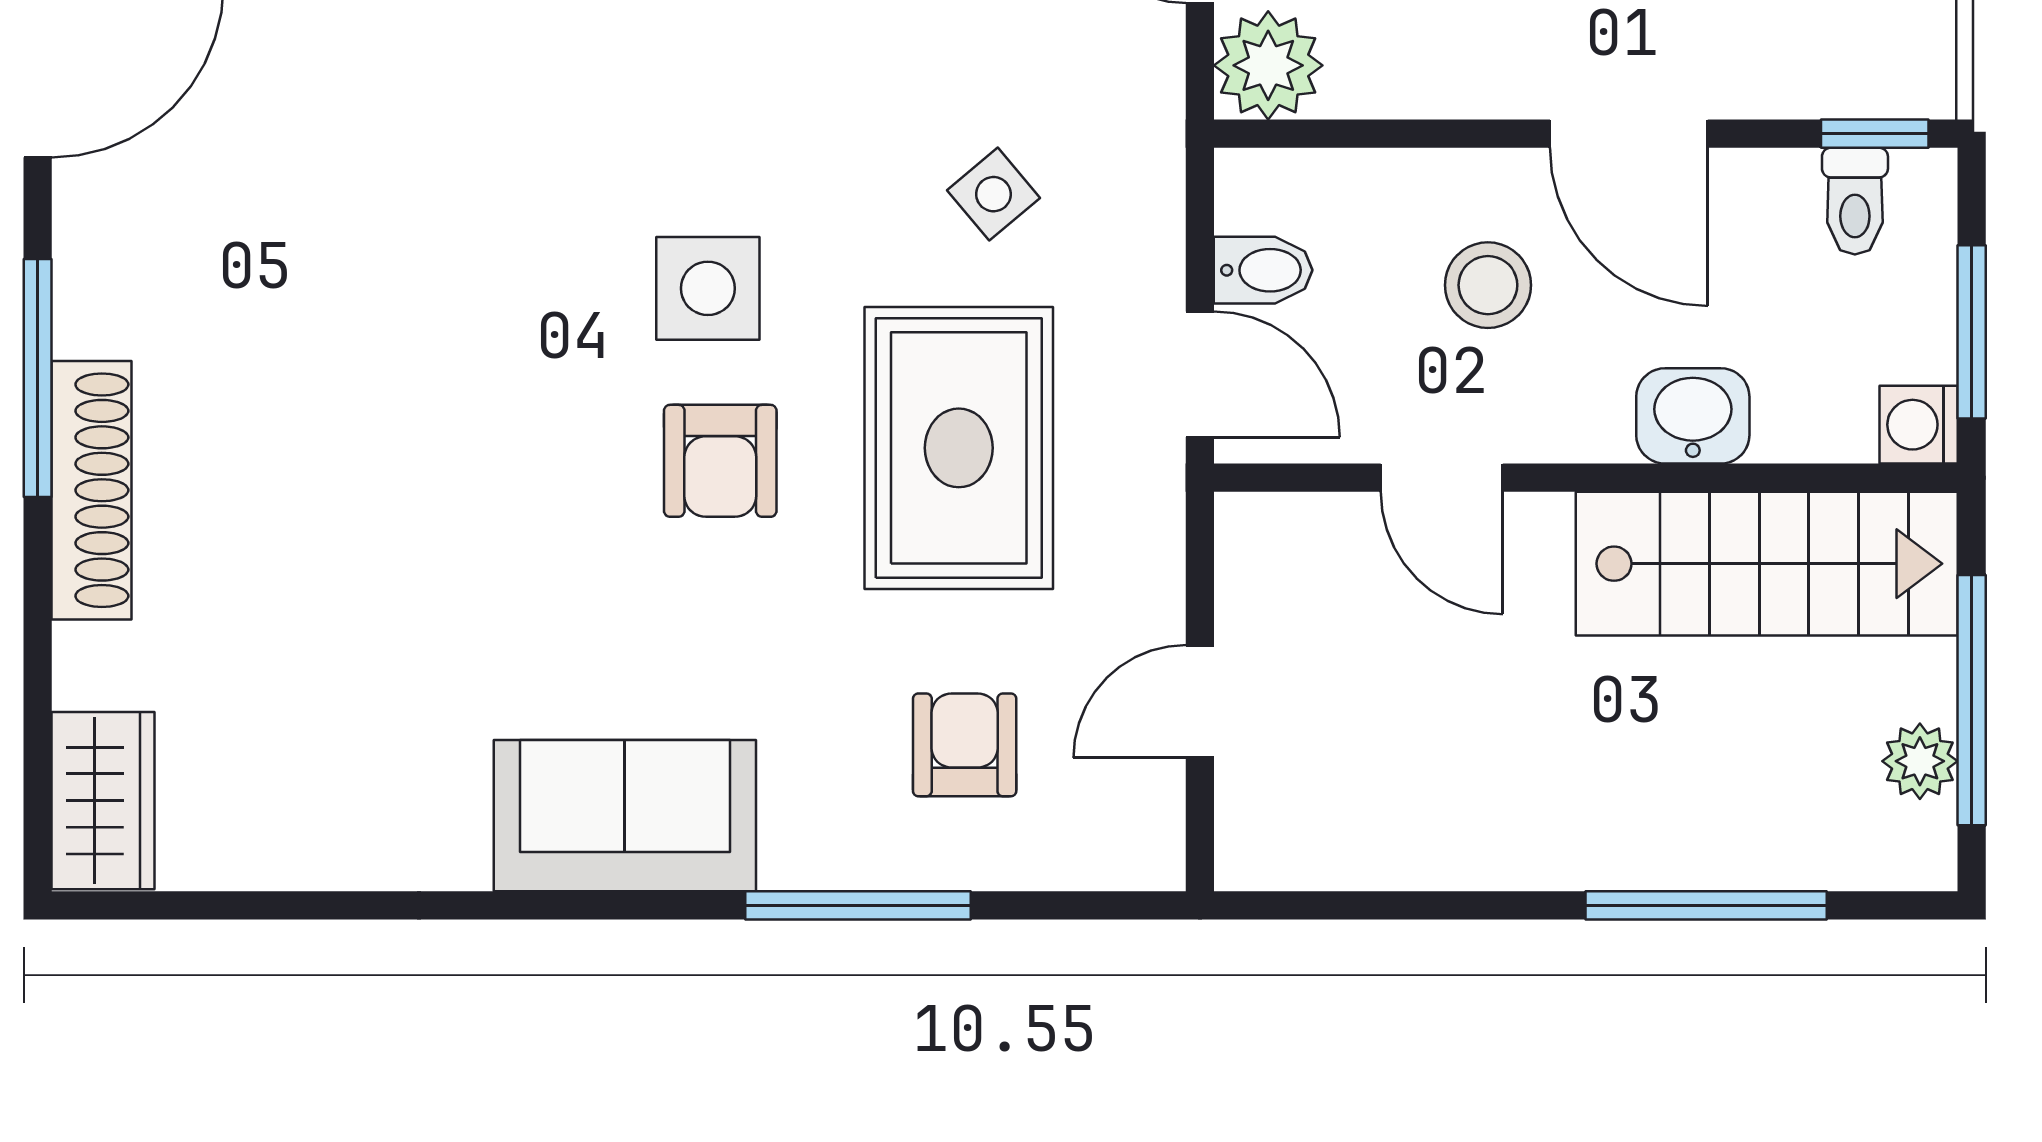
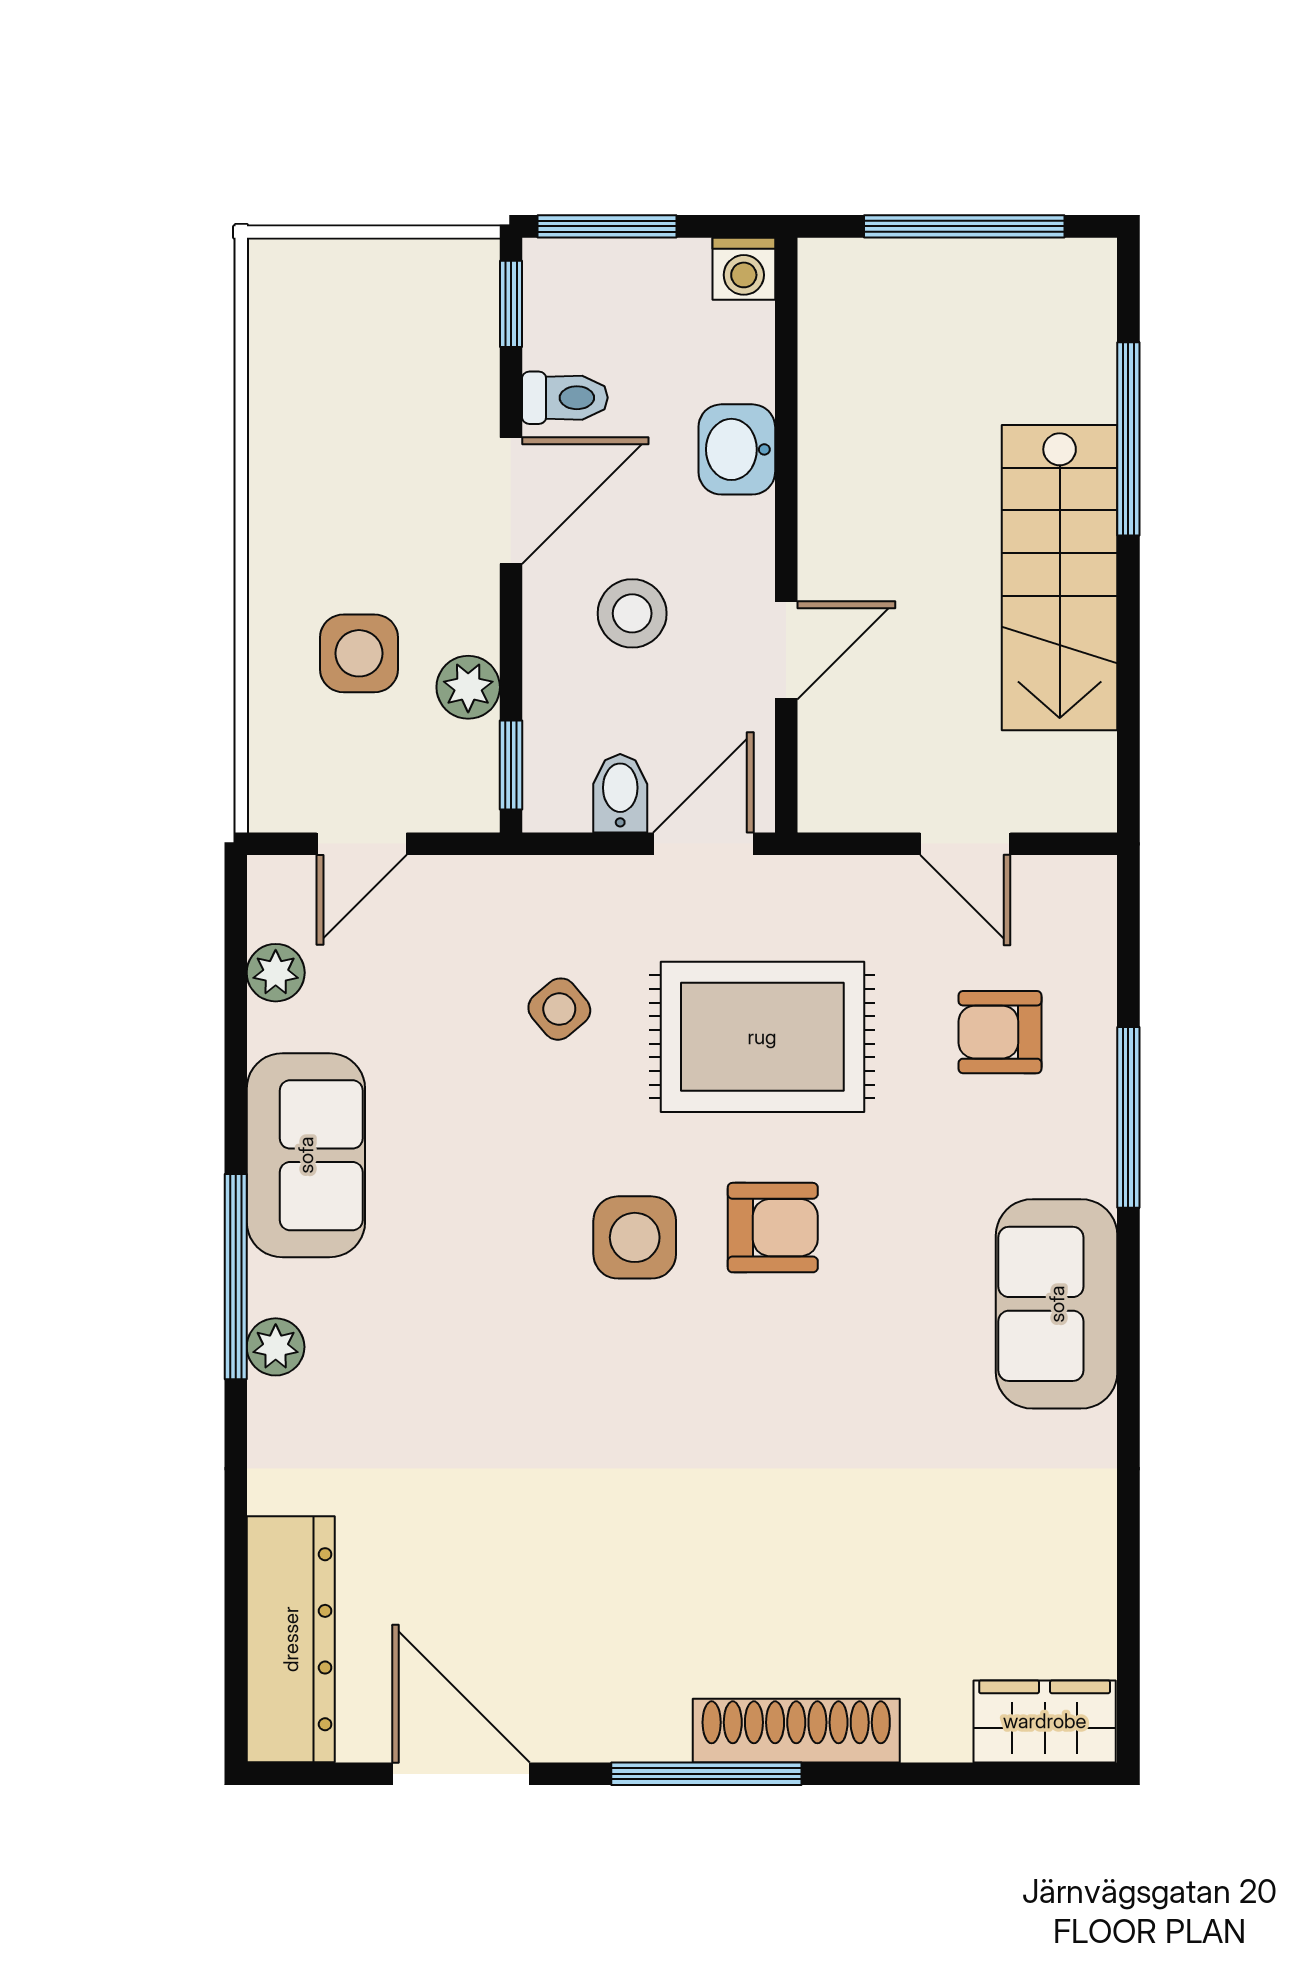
plant: (1268, 65) -> (468, 687), moved, width x0.73, depth x0.73
window: (1298, 134) -> (511, 765), added
toilet: (1855, 201) -> (565, 398), moved
window: (1972, 332) -> (607, 226), moved
stairs: (1767, 564) -> (1060, 578), moved, turned 180
plant: (1920, 761) -> (1013, 268), removed

